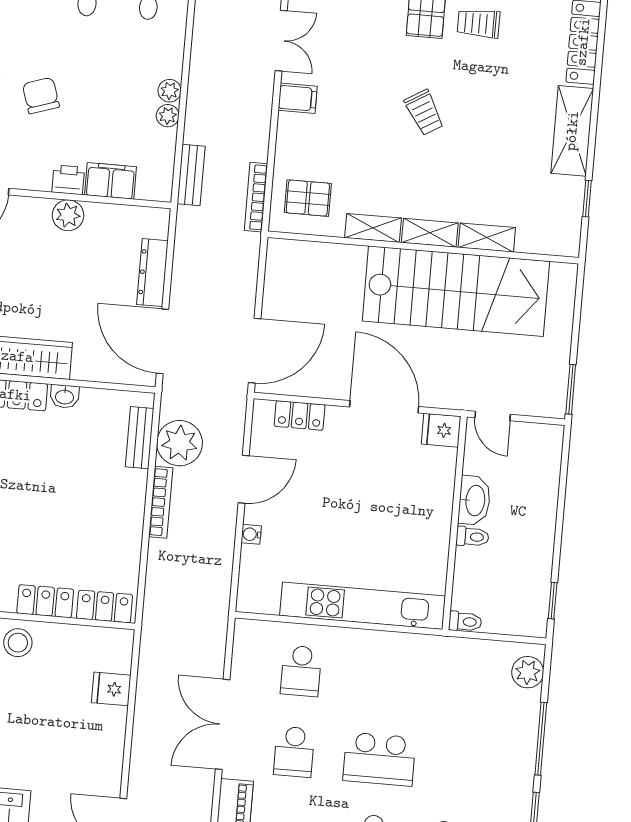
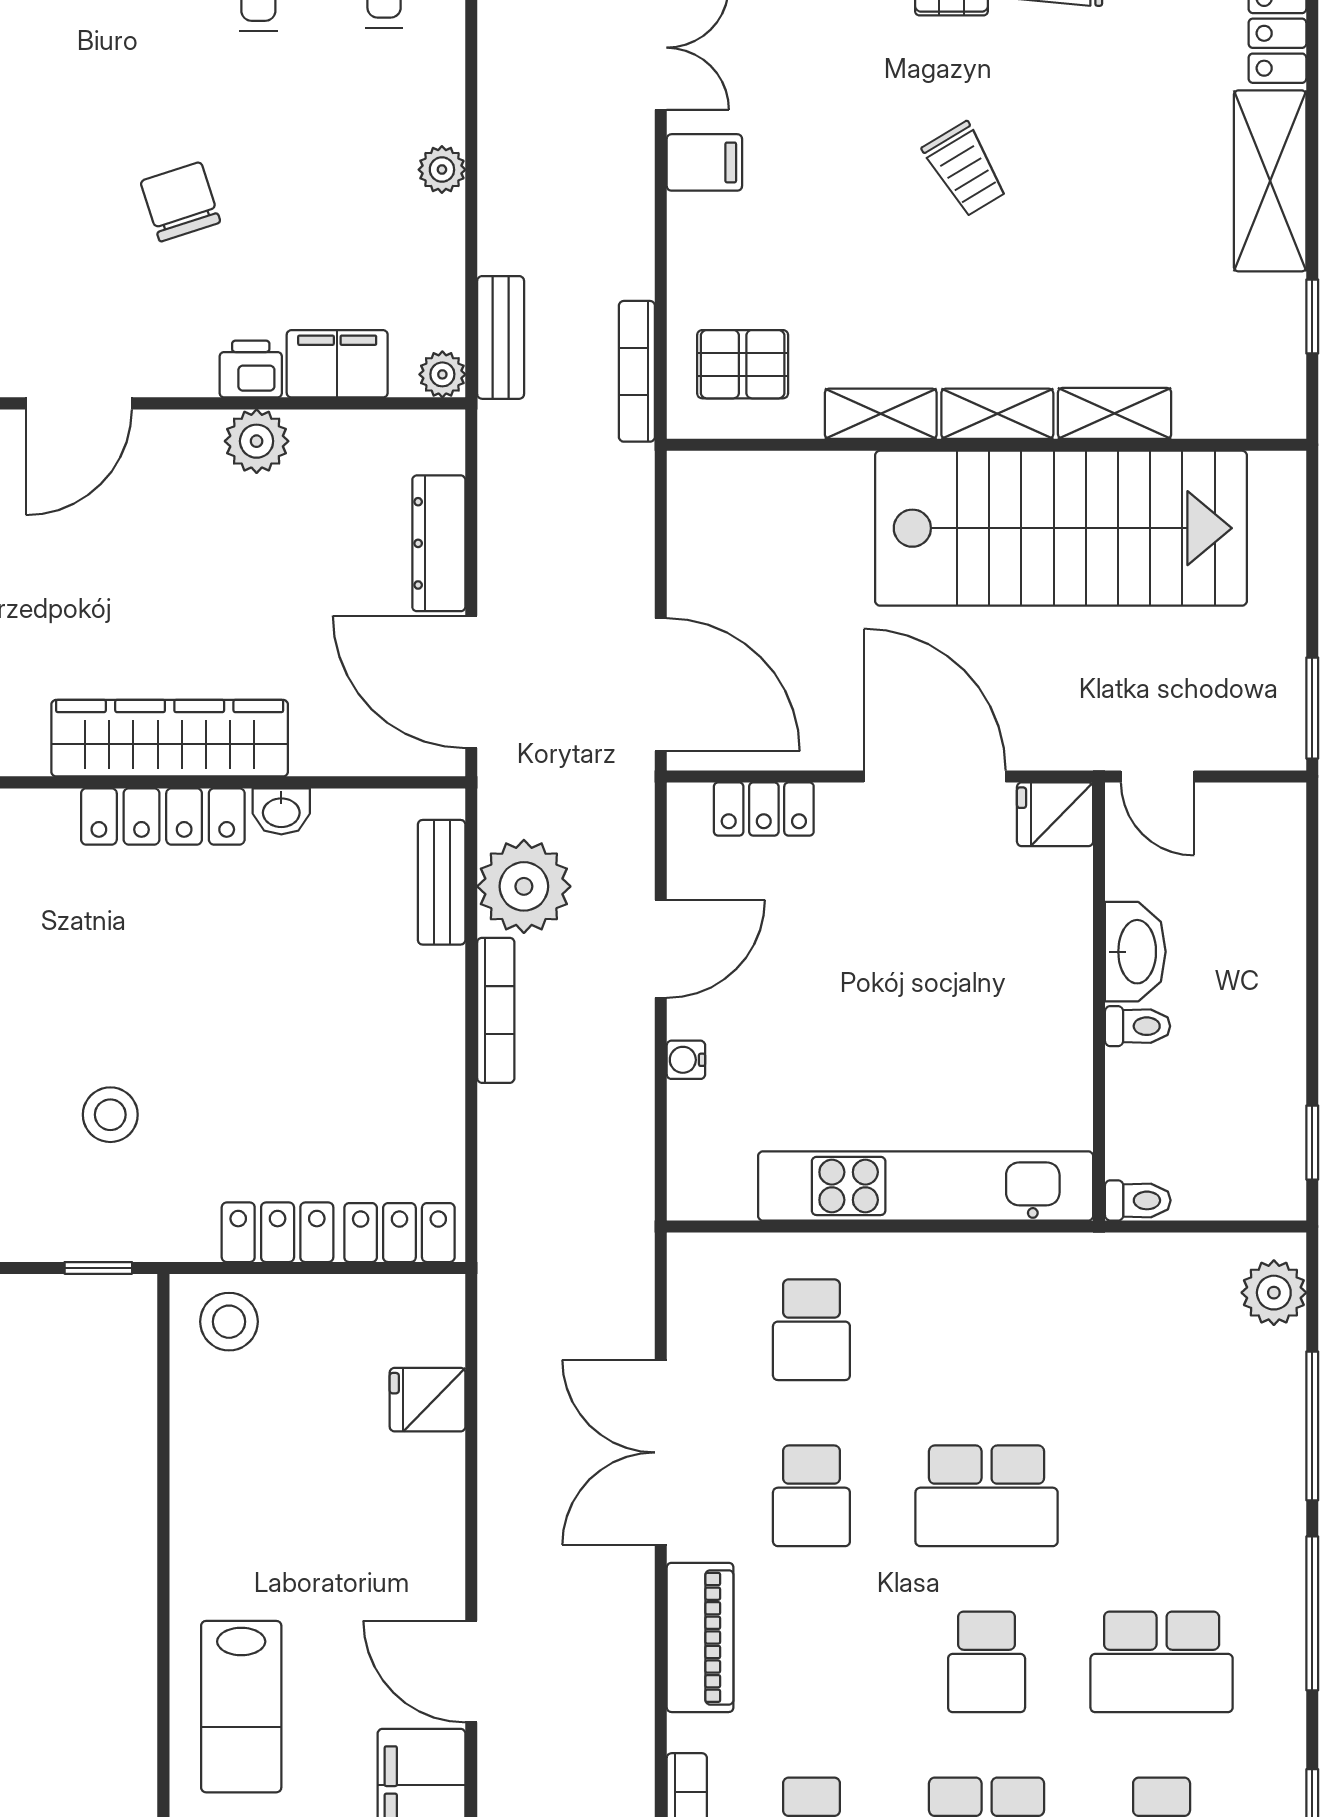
plant: (168, 116) -> (442, 374), moved
door: (255, 351) -> (661, 685), hinge flipped

